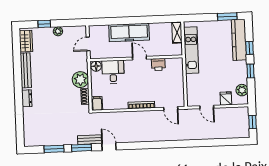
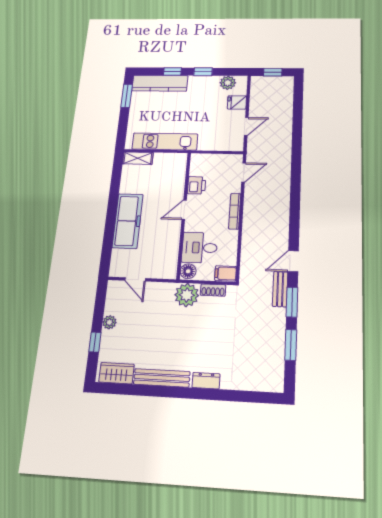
wall: (136, 58) -> (184, 214), moved
door: (139, 58) -> (184, 210), moved
printer: (158, 64) -> (197, 185), moved
floor lamp: (96, 66) -> (188, 271), moved
desk: (113, 72) -> (200, 248), moved

